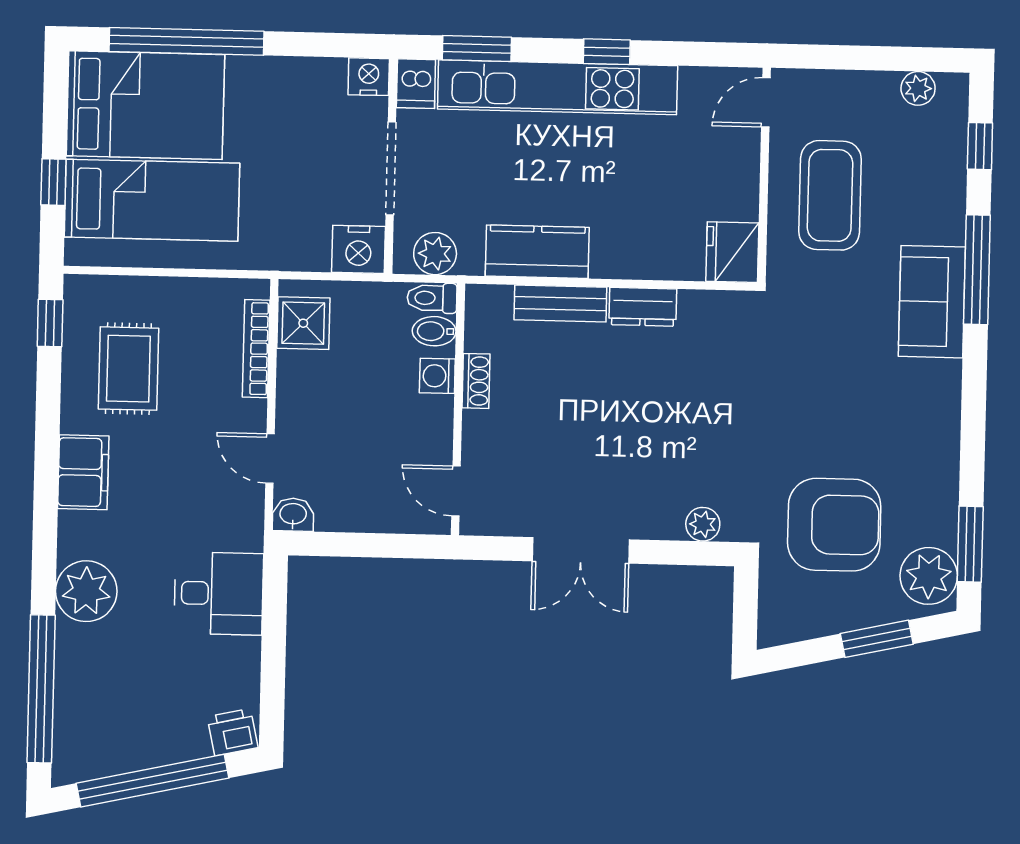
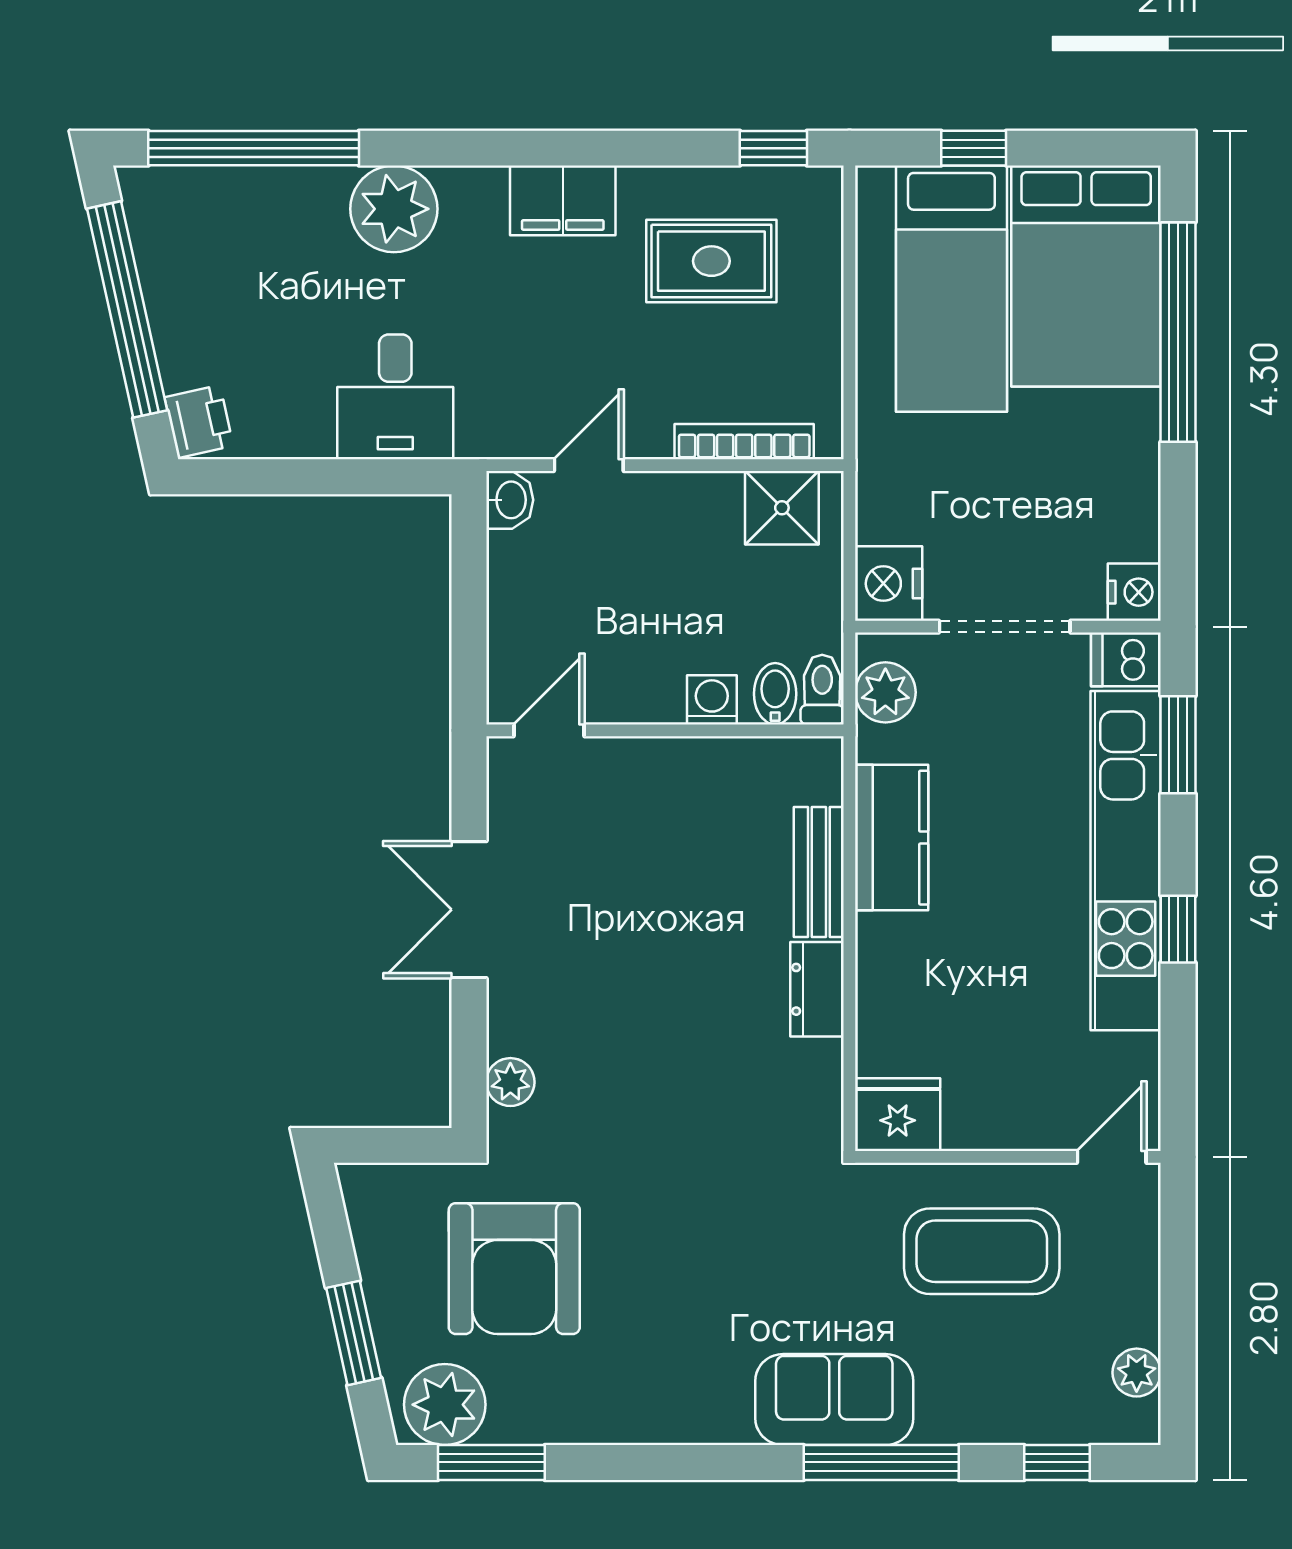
door: (766, 102) -> (1112, 1157), hinge flipped
shoe rack: (476, 381) -> (706, 755), removed

